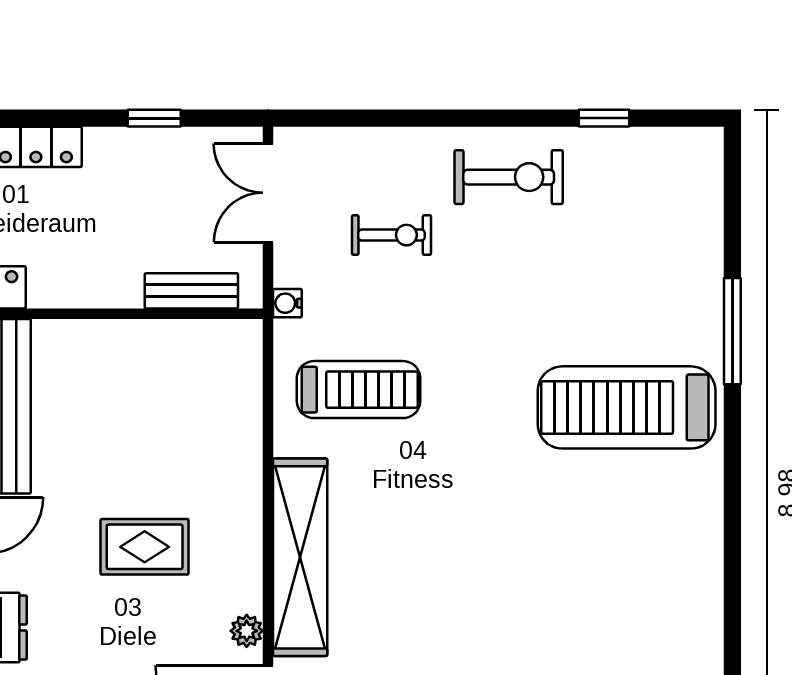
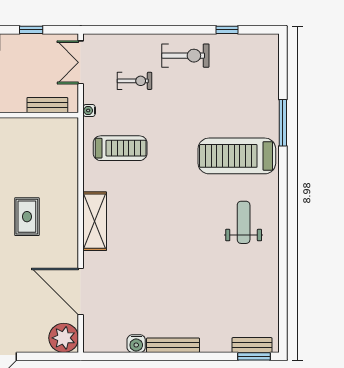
rug: (145, 547) -> (27, 217), turned 90
shelving: (300, 557) -> (95, 221), width x0.68
weight bench: (642, 560) -> (244, 222), added
plant: (247, 631) -> (71, 253), removed

